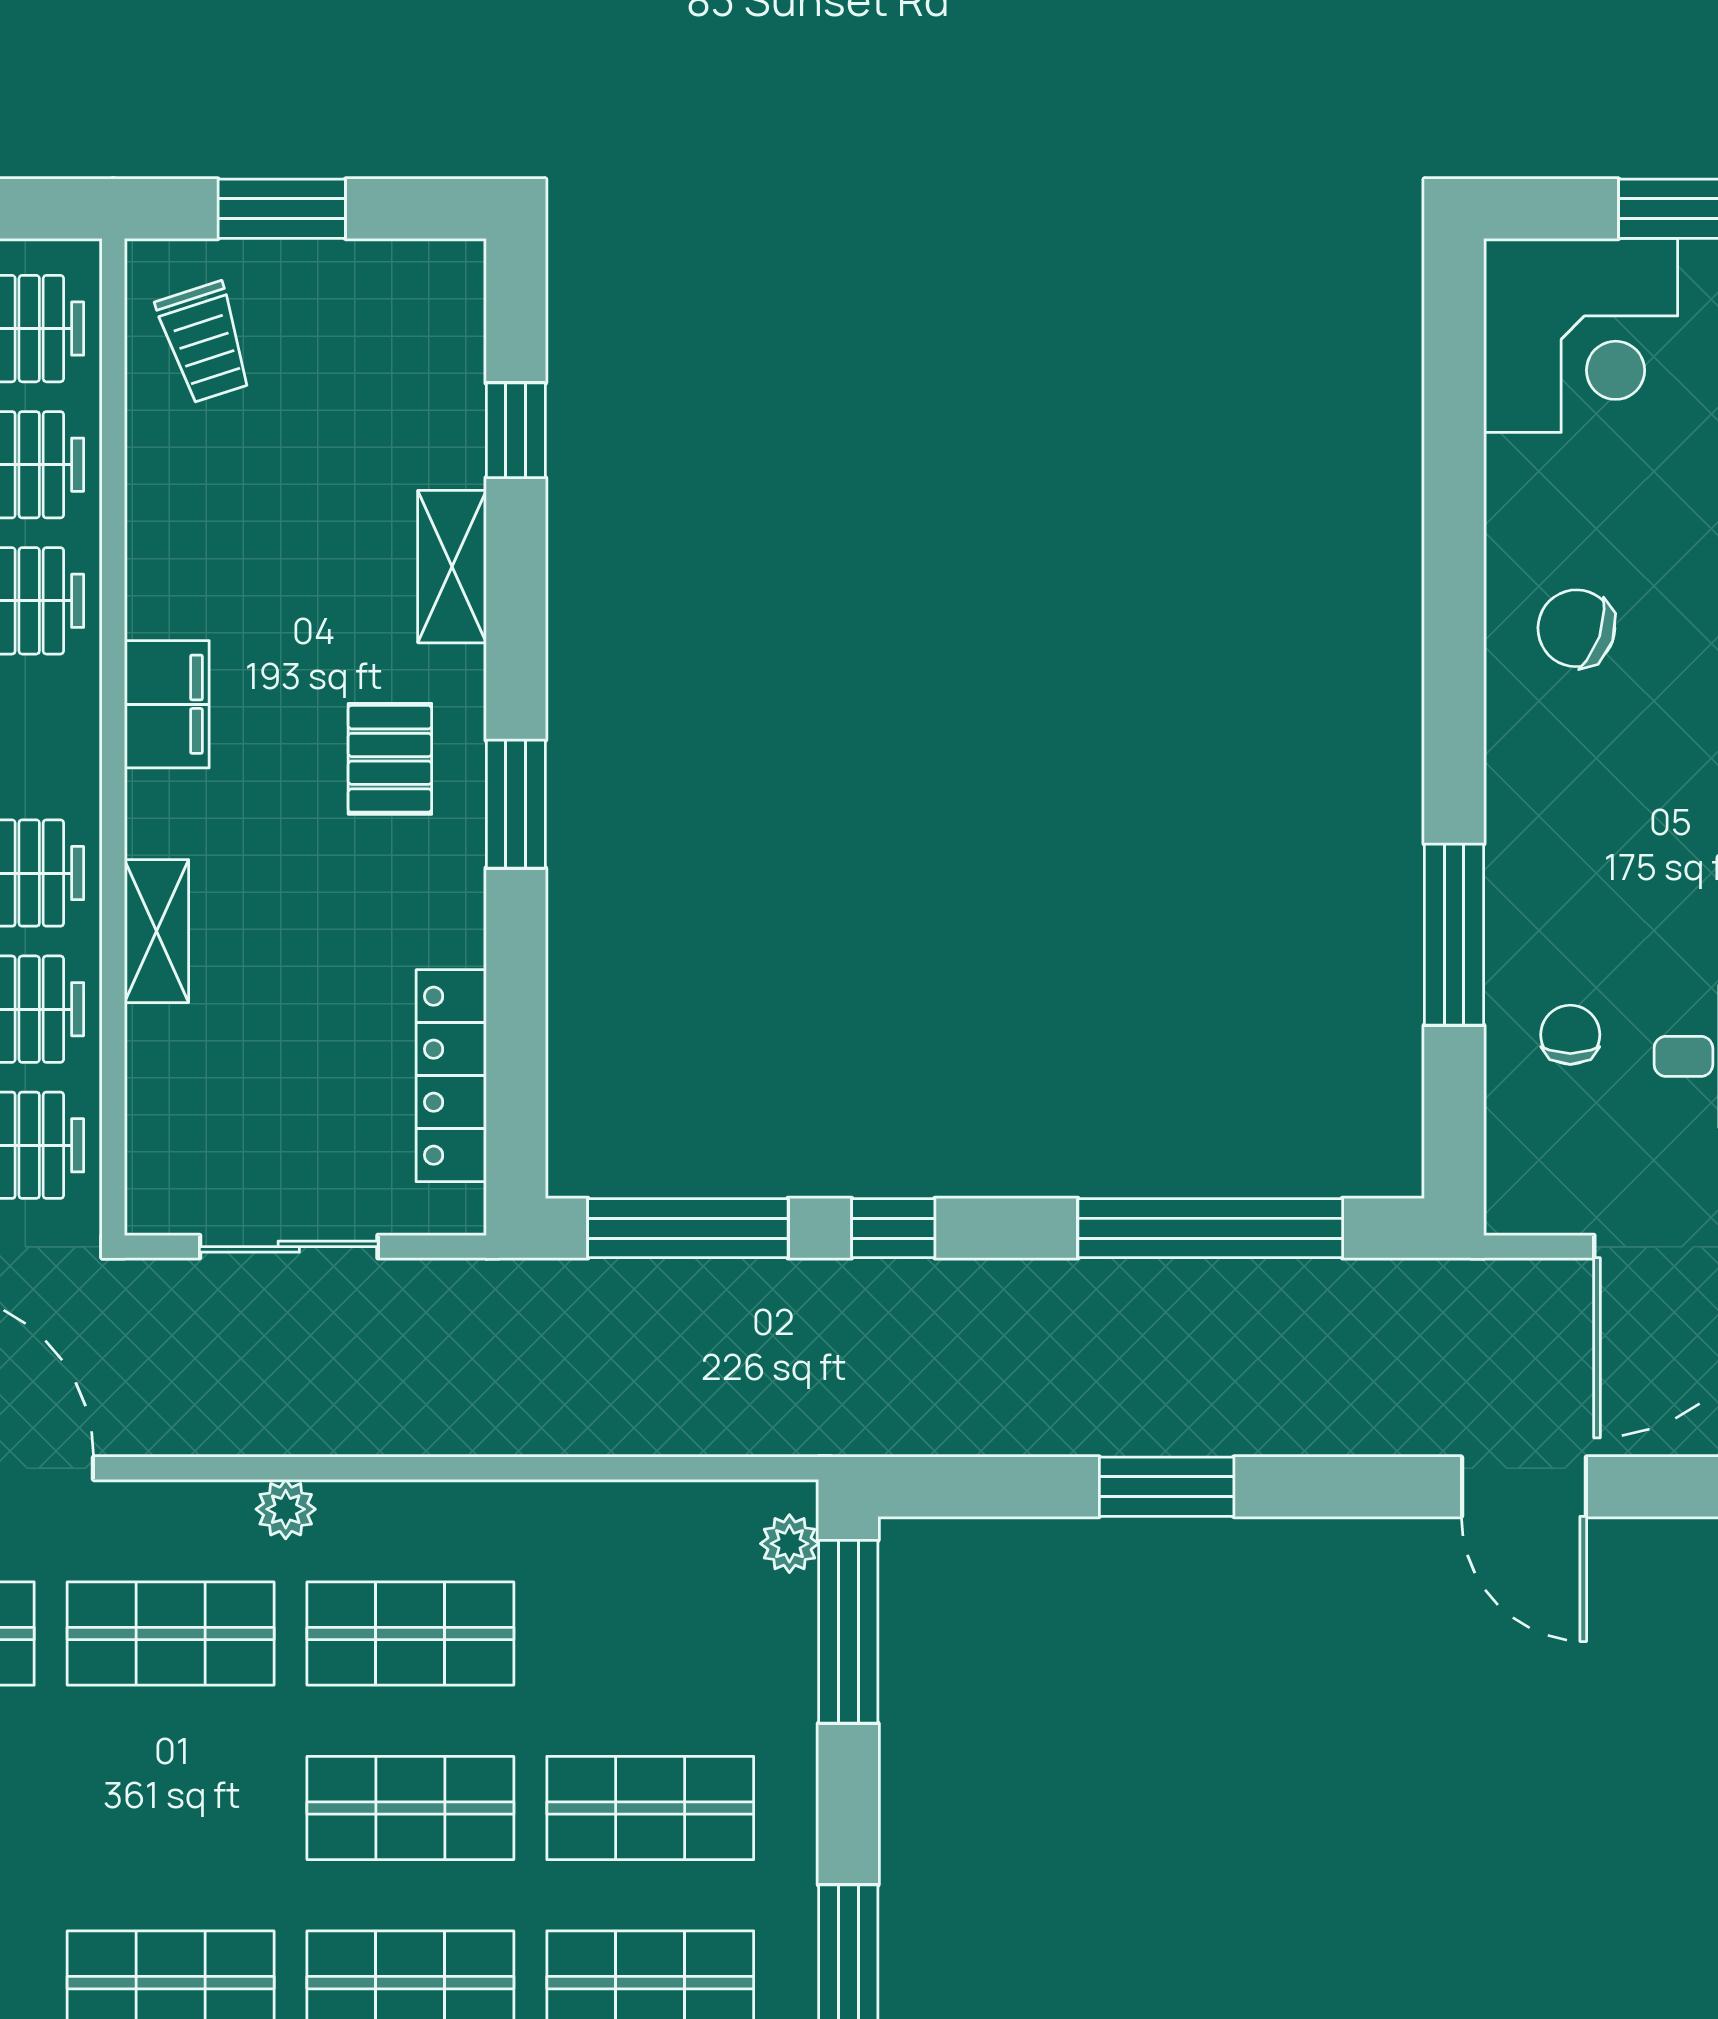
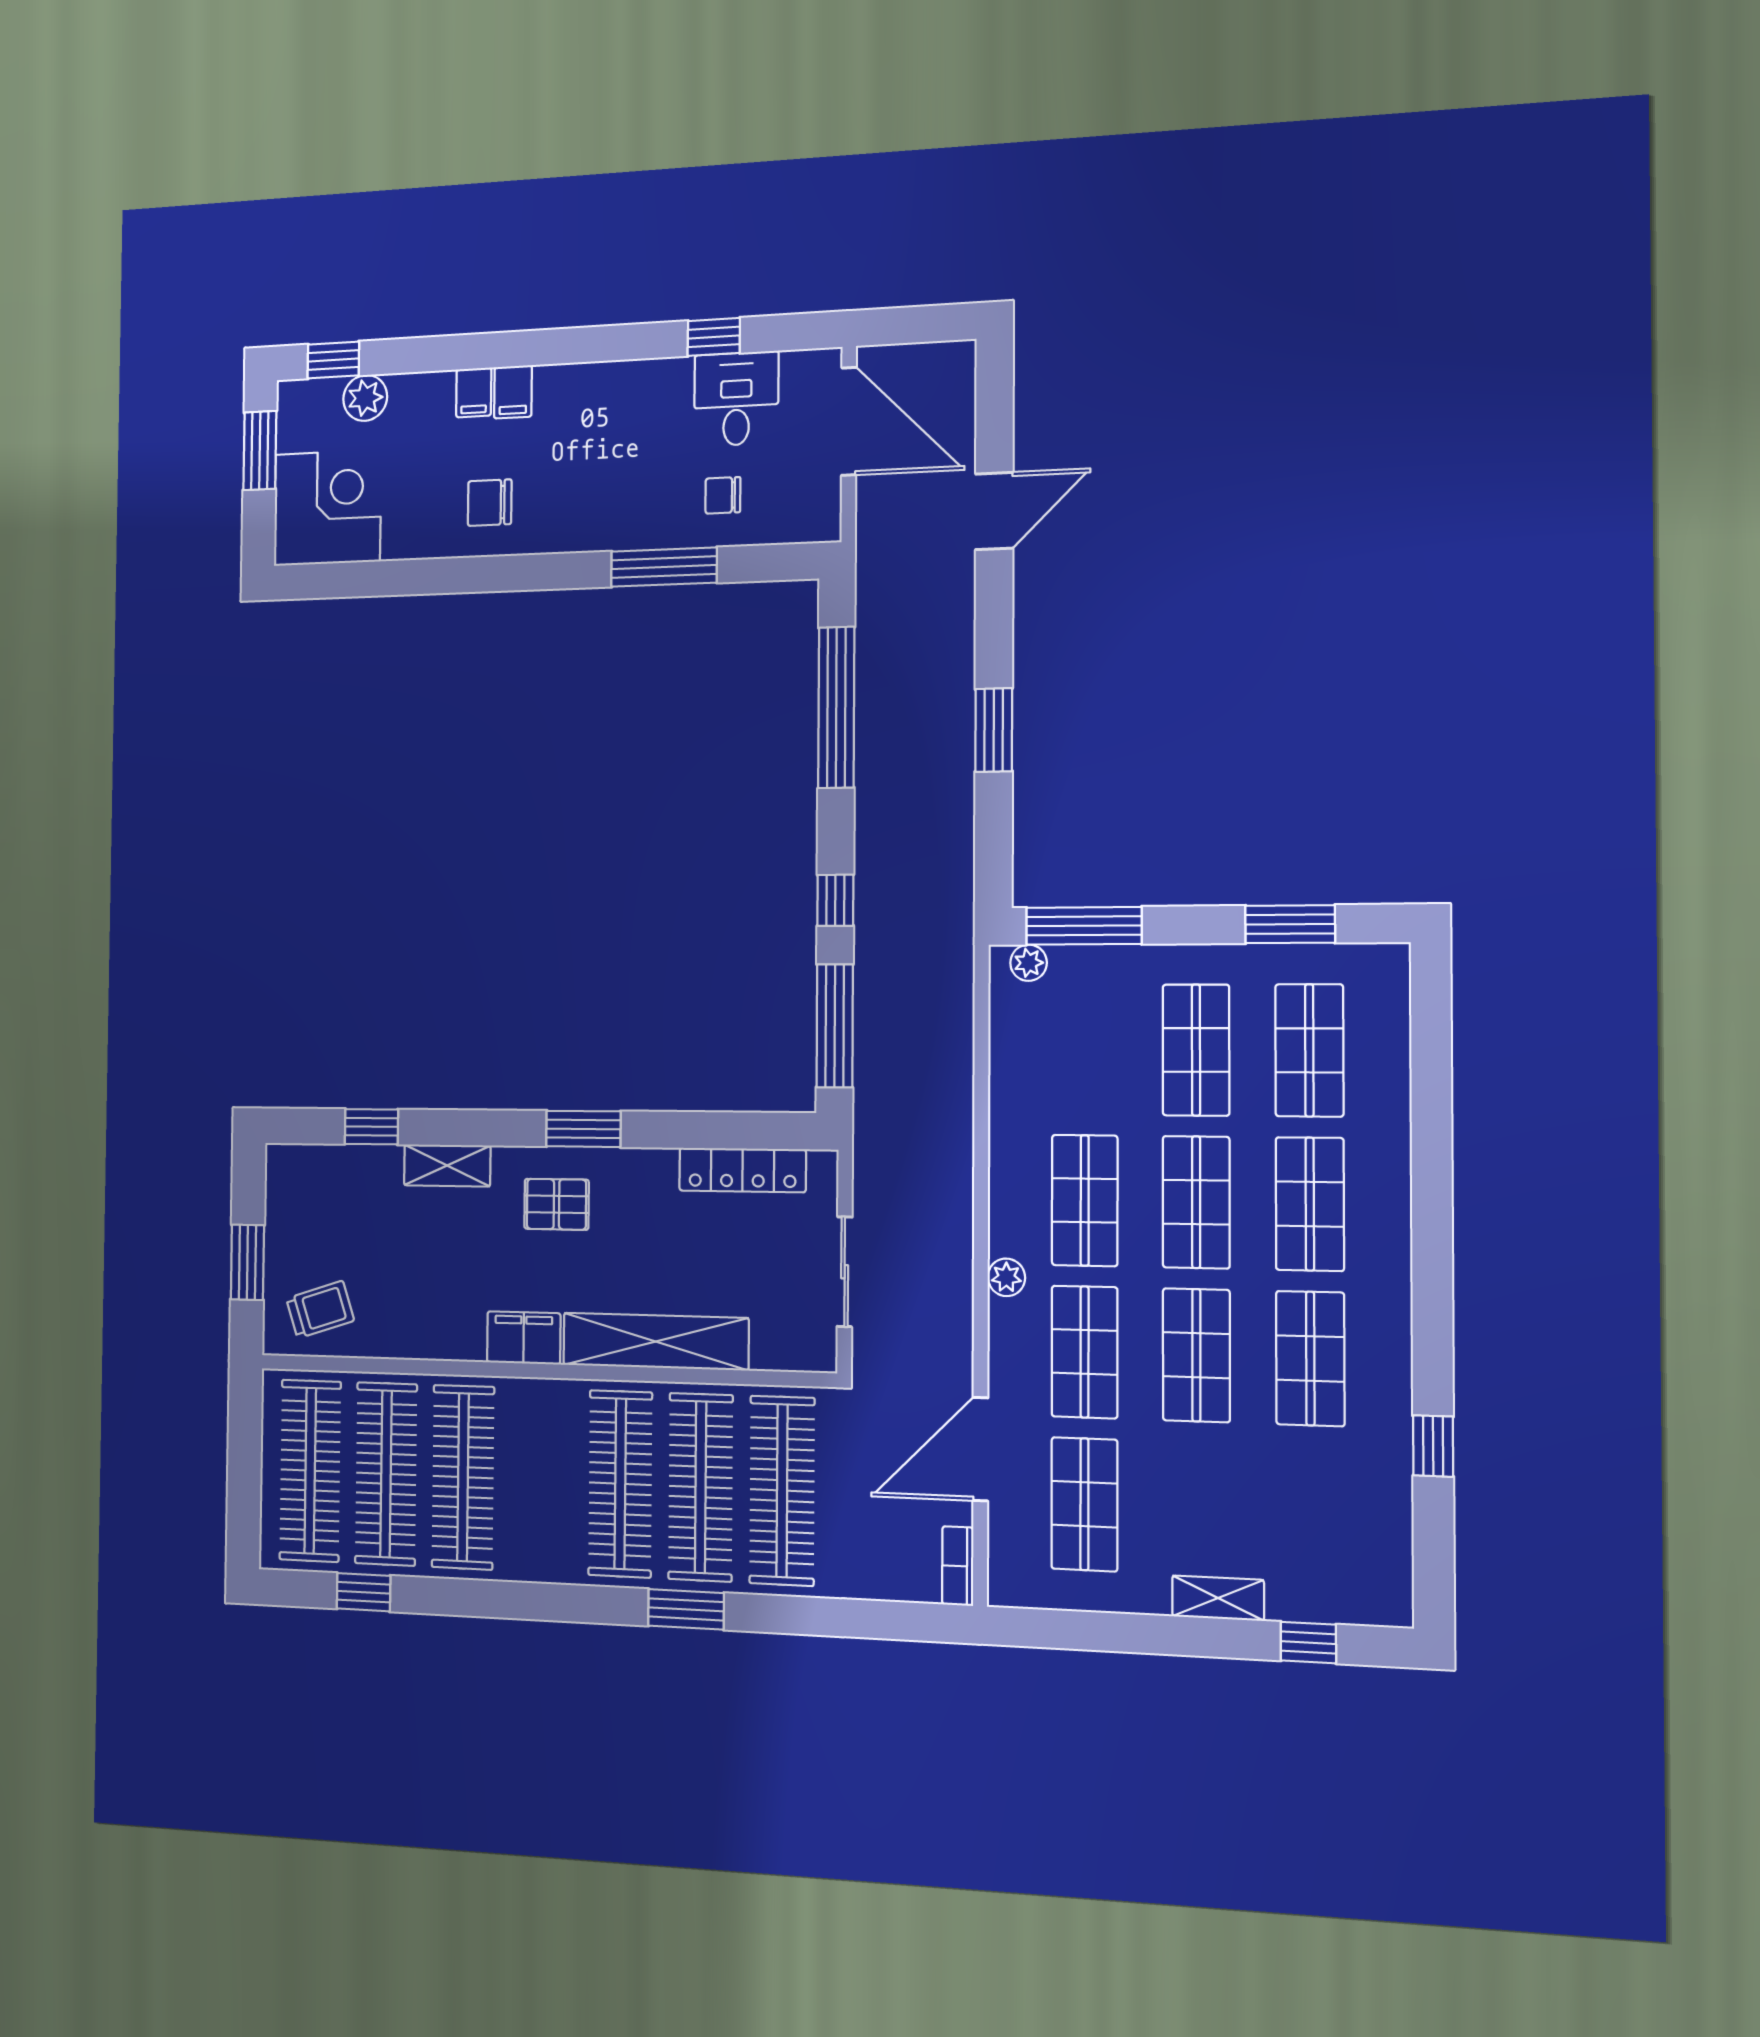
chair: (1576, 628) -> (490, 503), turned 71
shelving: (156, 931) -> (656, 1341), width x2.20, depth x1.33
shop shelf: (171, 1808) -> (1196, 1355), added

